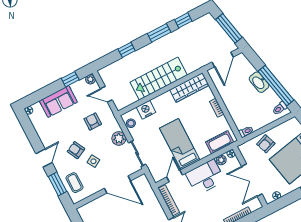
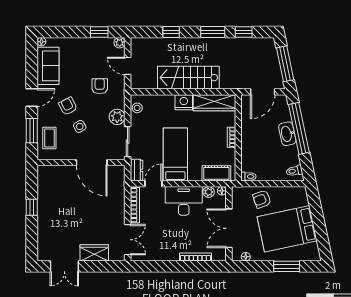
window: (276, 86) -> (299, 128), moved
sofa: (58, 101) -> (48, 66), moved, turned -90
nightstand: (146, 110) -> (184, 102), moved
dresser: (156, 172) -> (136, 170), added

